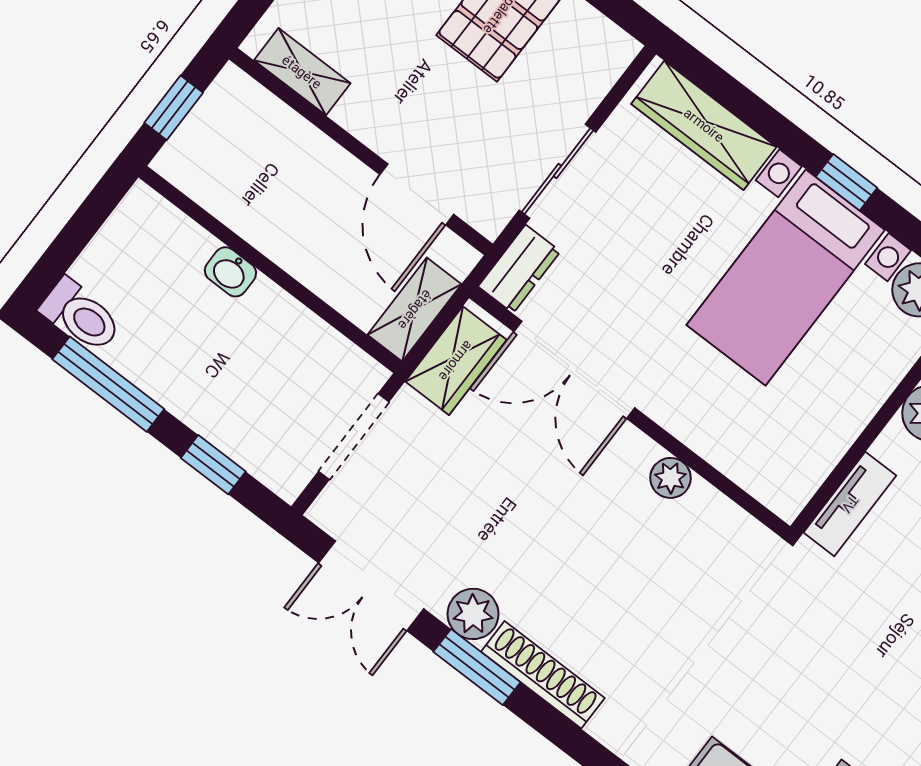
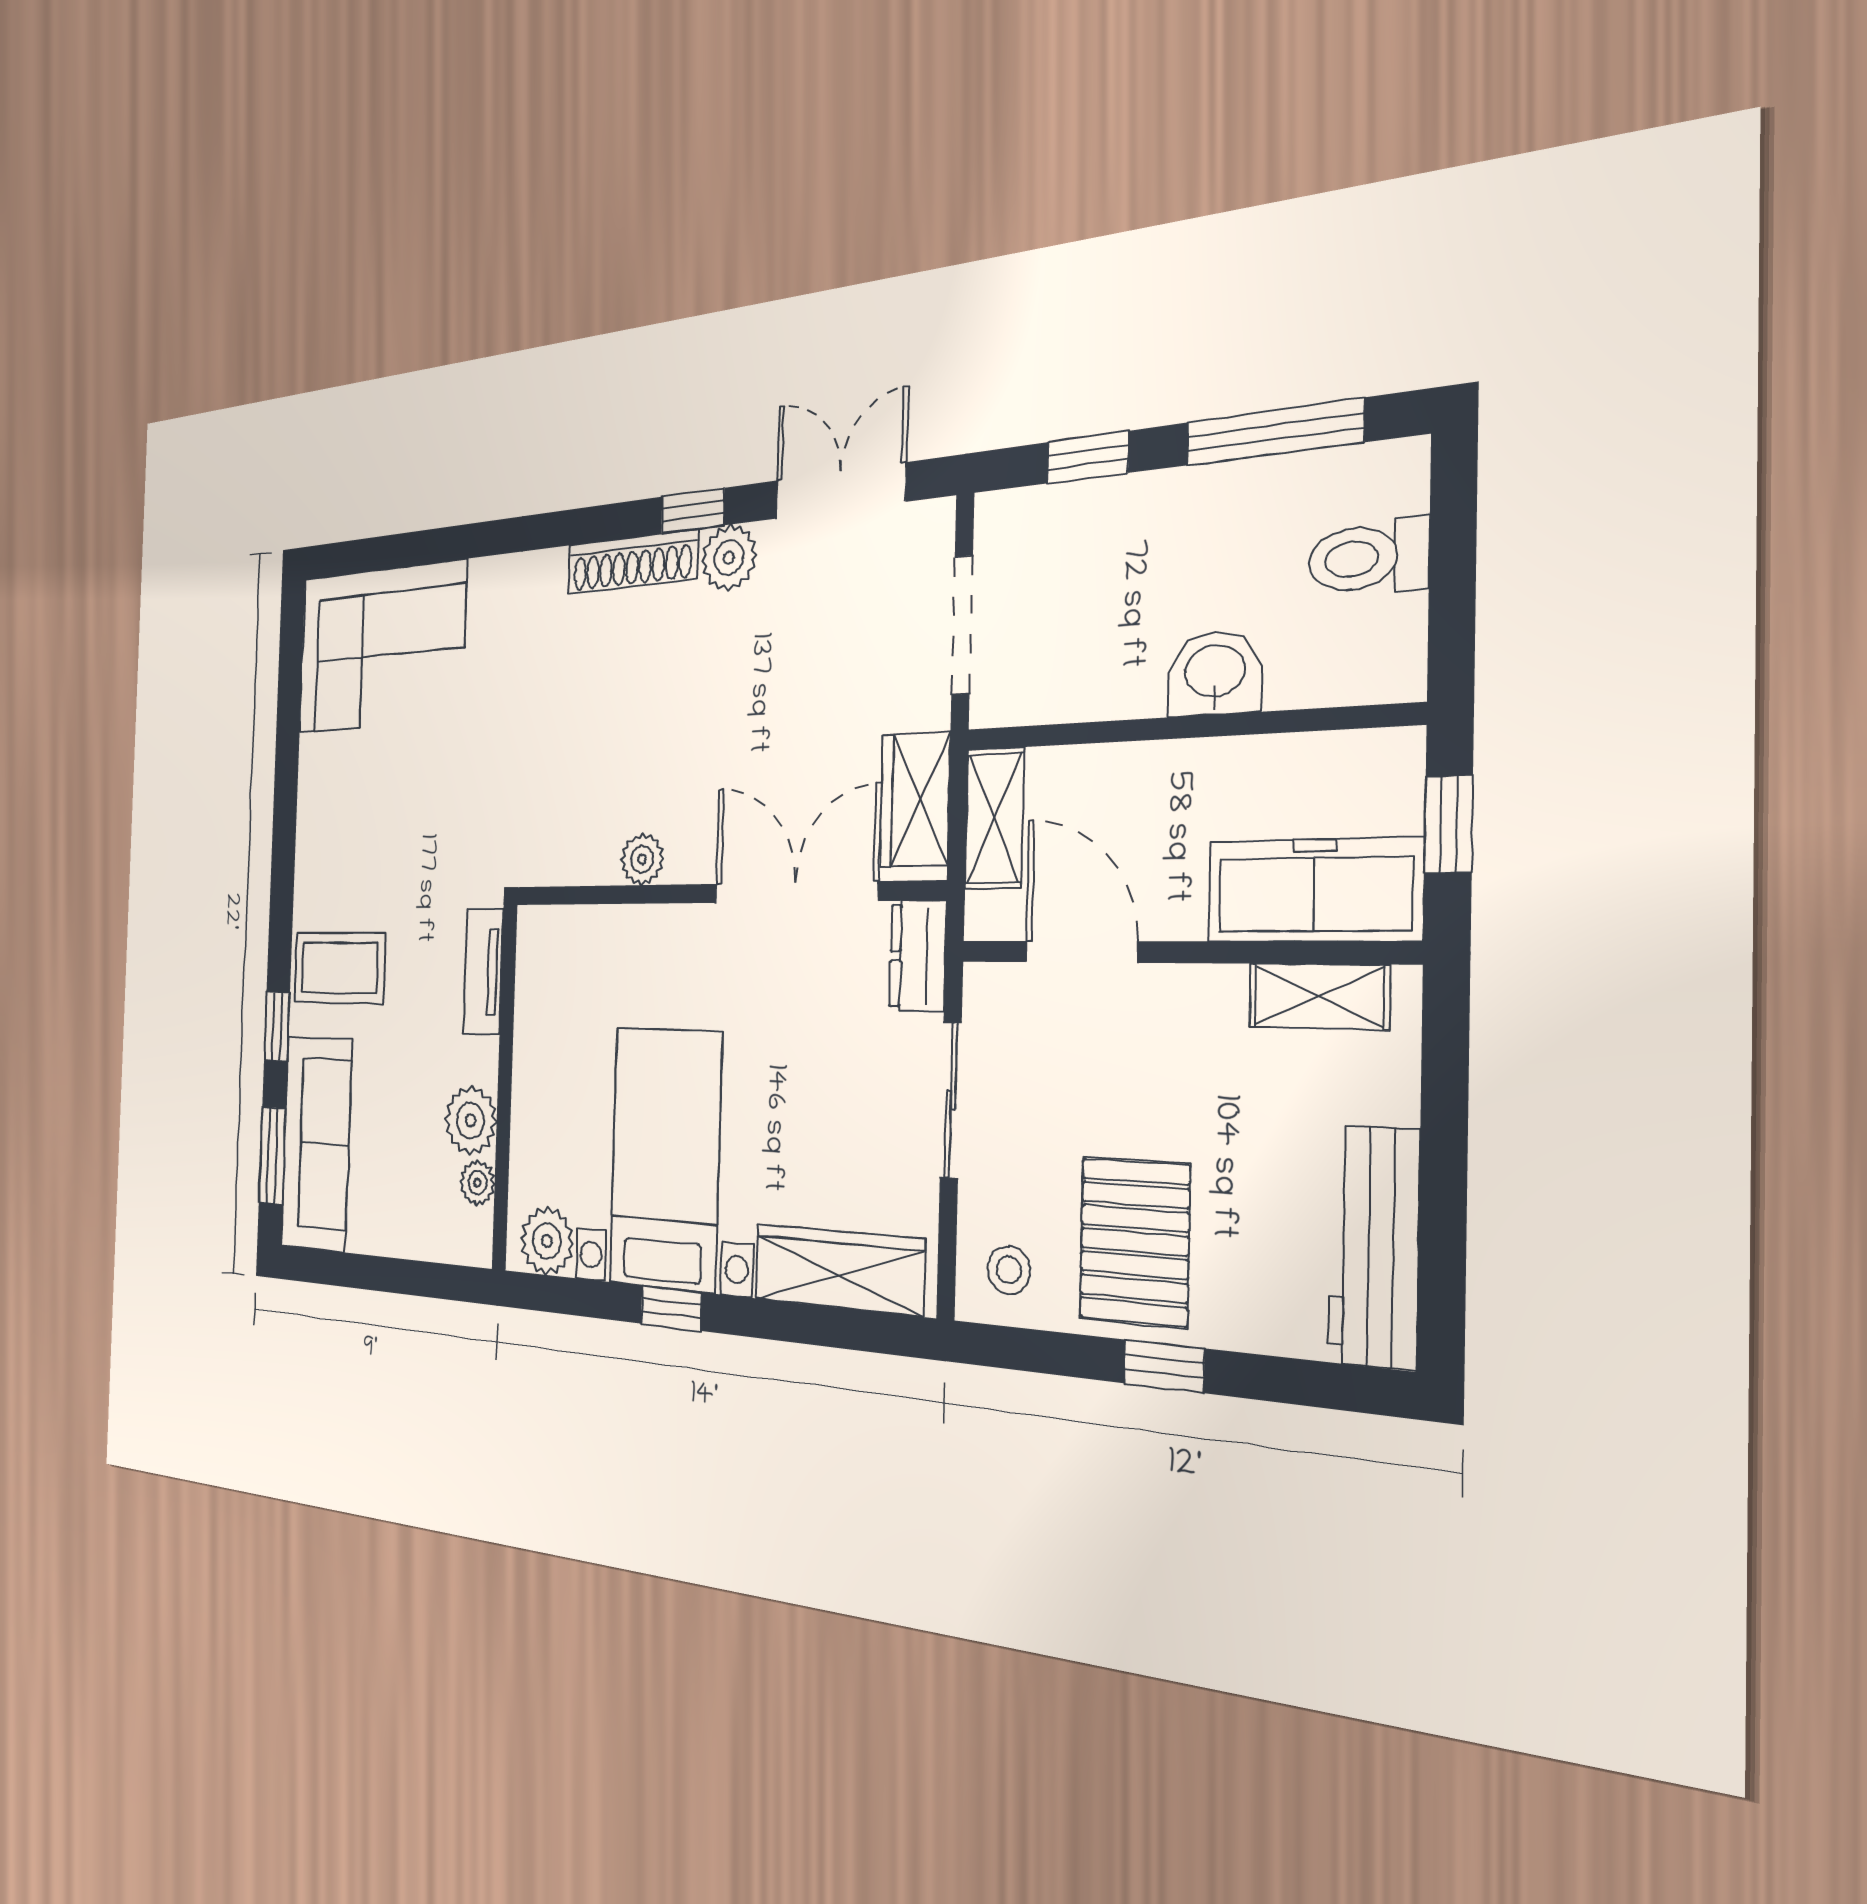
stool: (589, 51) -> (1009, 1270), added
freezer: (265, 128) -> (1314, 890), added
washbasin: (230, 272) -> (1215, 673), width x1.38, depth x1.45
toilet: (81, 315) -> (1368, 558), moved
window: (477, 667) -> (693, 511), width x0.67

